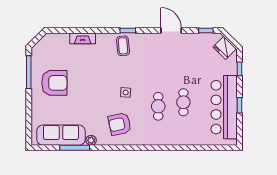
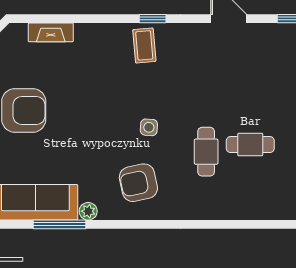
fireplace: (83, 38) -> (51, 32), moved
cafe table: (183, 102) -> (250, 145), turned 90

